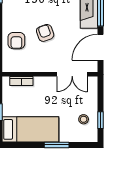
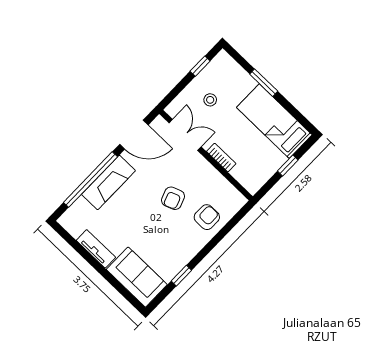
bookcase: (21, 81) -> (221, 158), moved
stool: (84, 119) -> (210, 100), moved

